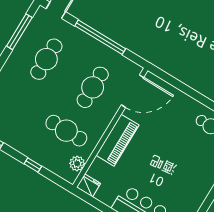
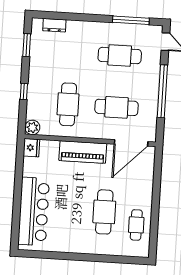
door: (132, 91) -> (131, 143), hinge flipped
cafe table: (183, 149) -> (104, 212), added
plant: (77, 163) -> (32, 127), moved

